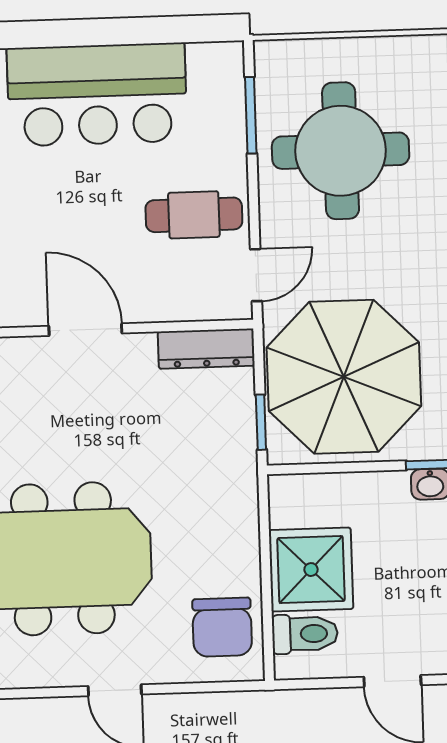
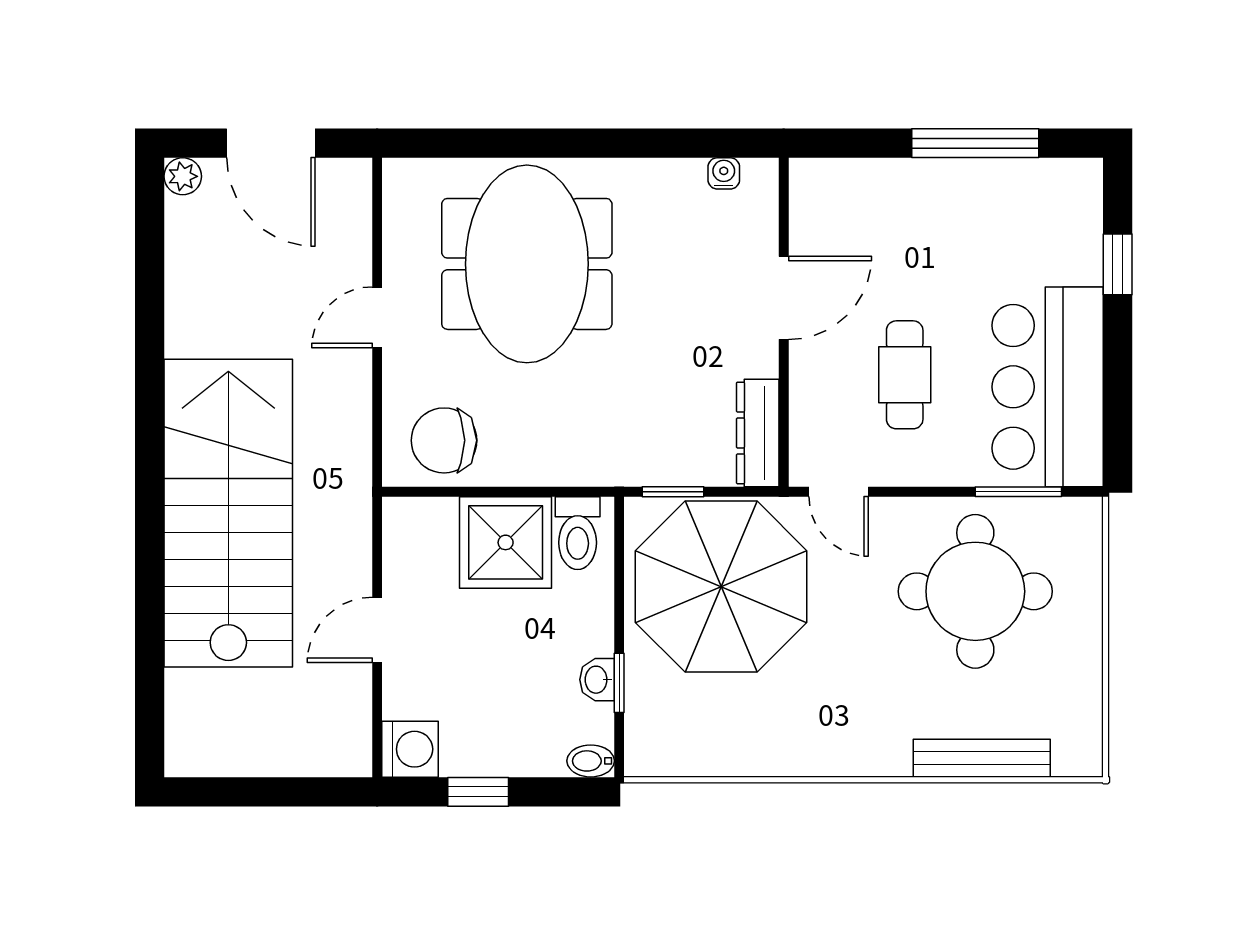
window: (46, 34) -> (1118, 264), added
bar counter: (97, 94) -> (1048, 387), moved
cafe table: (194, 215) -> (905, 375), moved
toilet: (305, 634) -> (578, 533), moved

